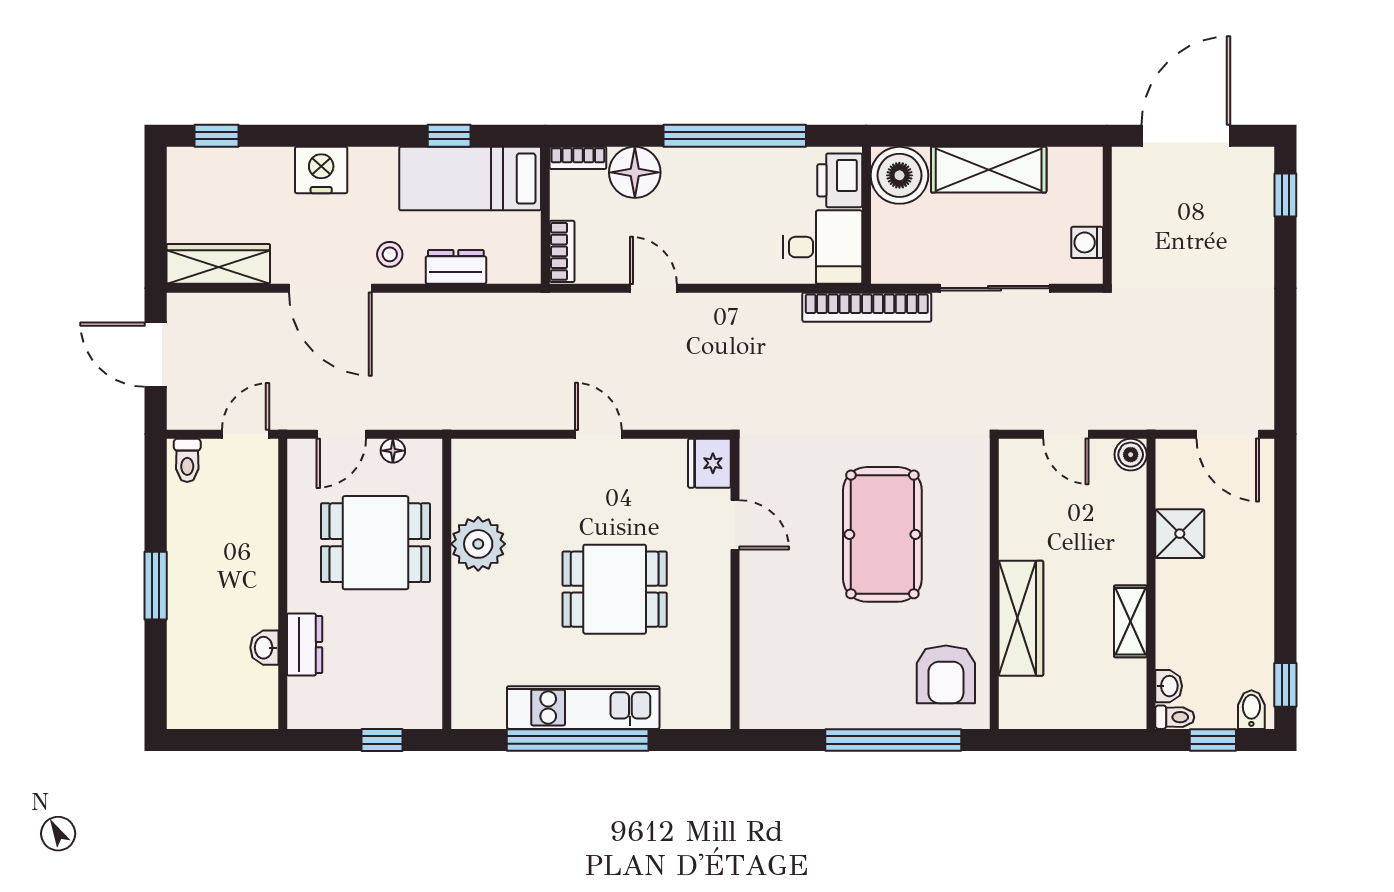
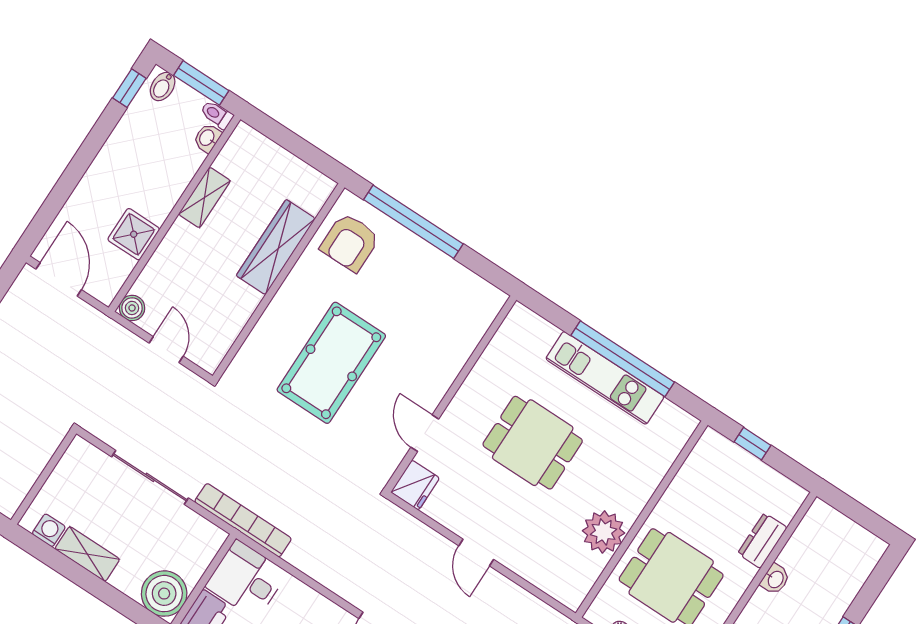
shelving: (989, 170) -> (87, 554), width x0.67, depth x0.75
washing machine: (1087, 242) -> (49, 530), moved, turned -90
washbasin: (264, 648) -> (775, 579), moved
armchair: (946, 674) -> (350, 242), turned 180
window: (1213, 740) -> (201, 83), width x1.50

